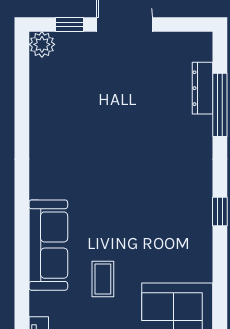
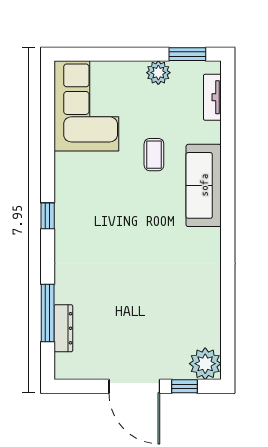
plant: (42, 44) -> (205, 364), width x1.36, depth x1.36

